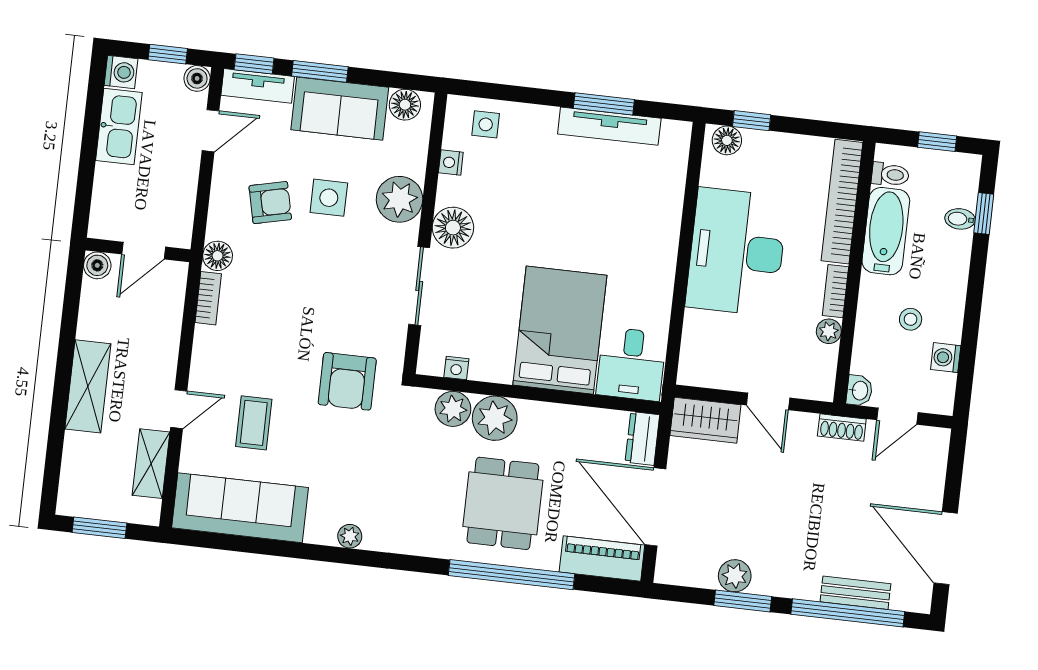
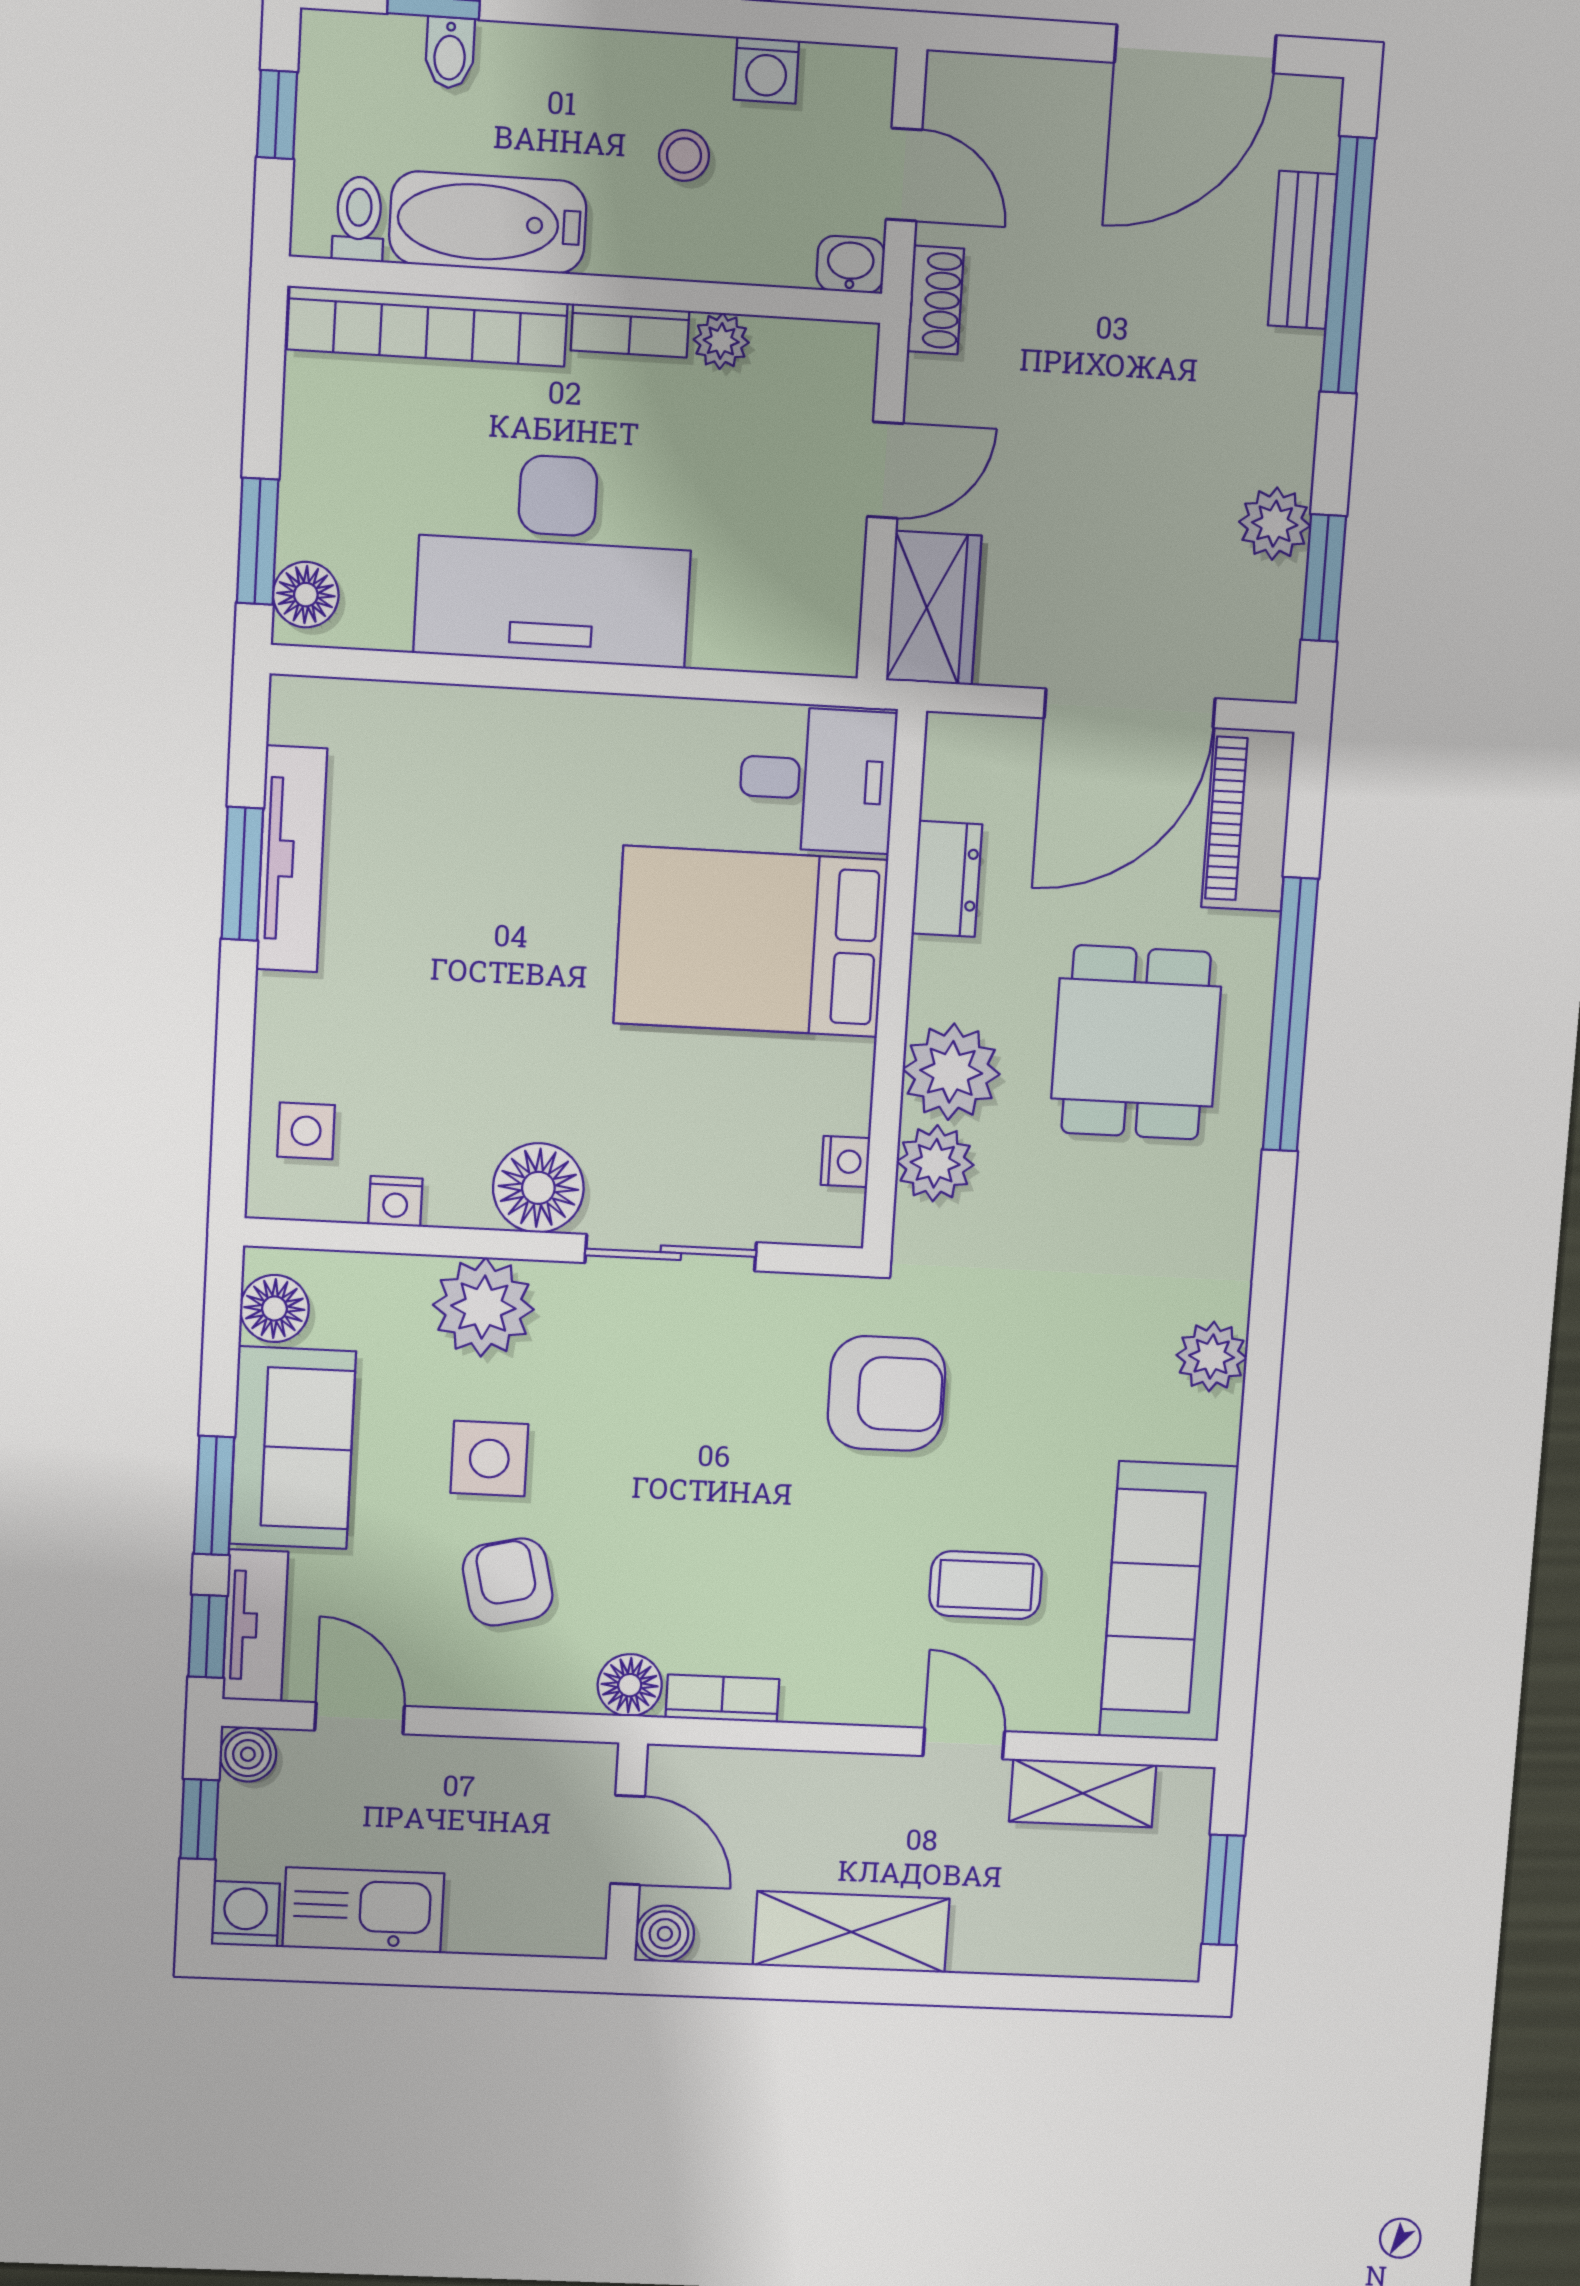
window: (752, 121) -> (257, 541), width x1.50
shelving: (88, 386) -> (851, 1932), moved
dresser: (642, 438) -> (947, 879), moved, turned -90
dining table: (503, 503) -> (1136, 1043), turned 90
plant: (350, 536) -> (1212, 1357), width x1.38, depth x1.38
window: (743, 601) -> (1324, 578), moved

